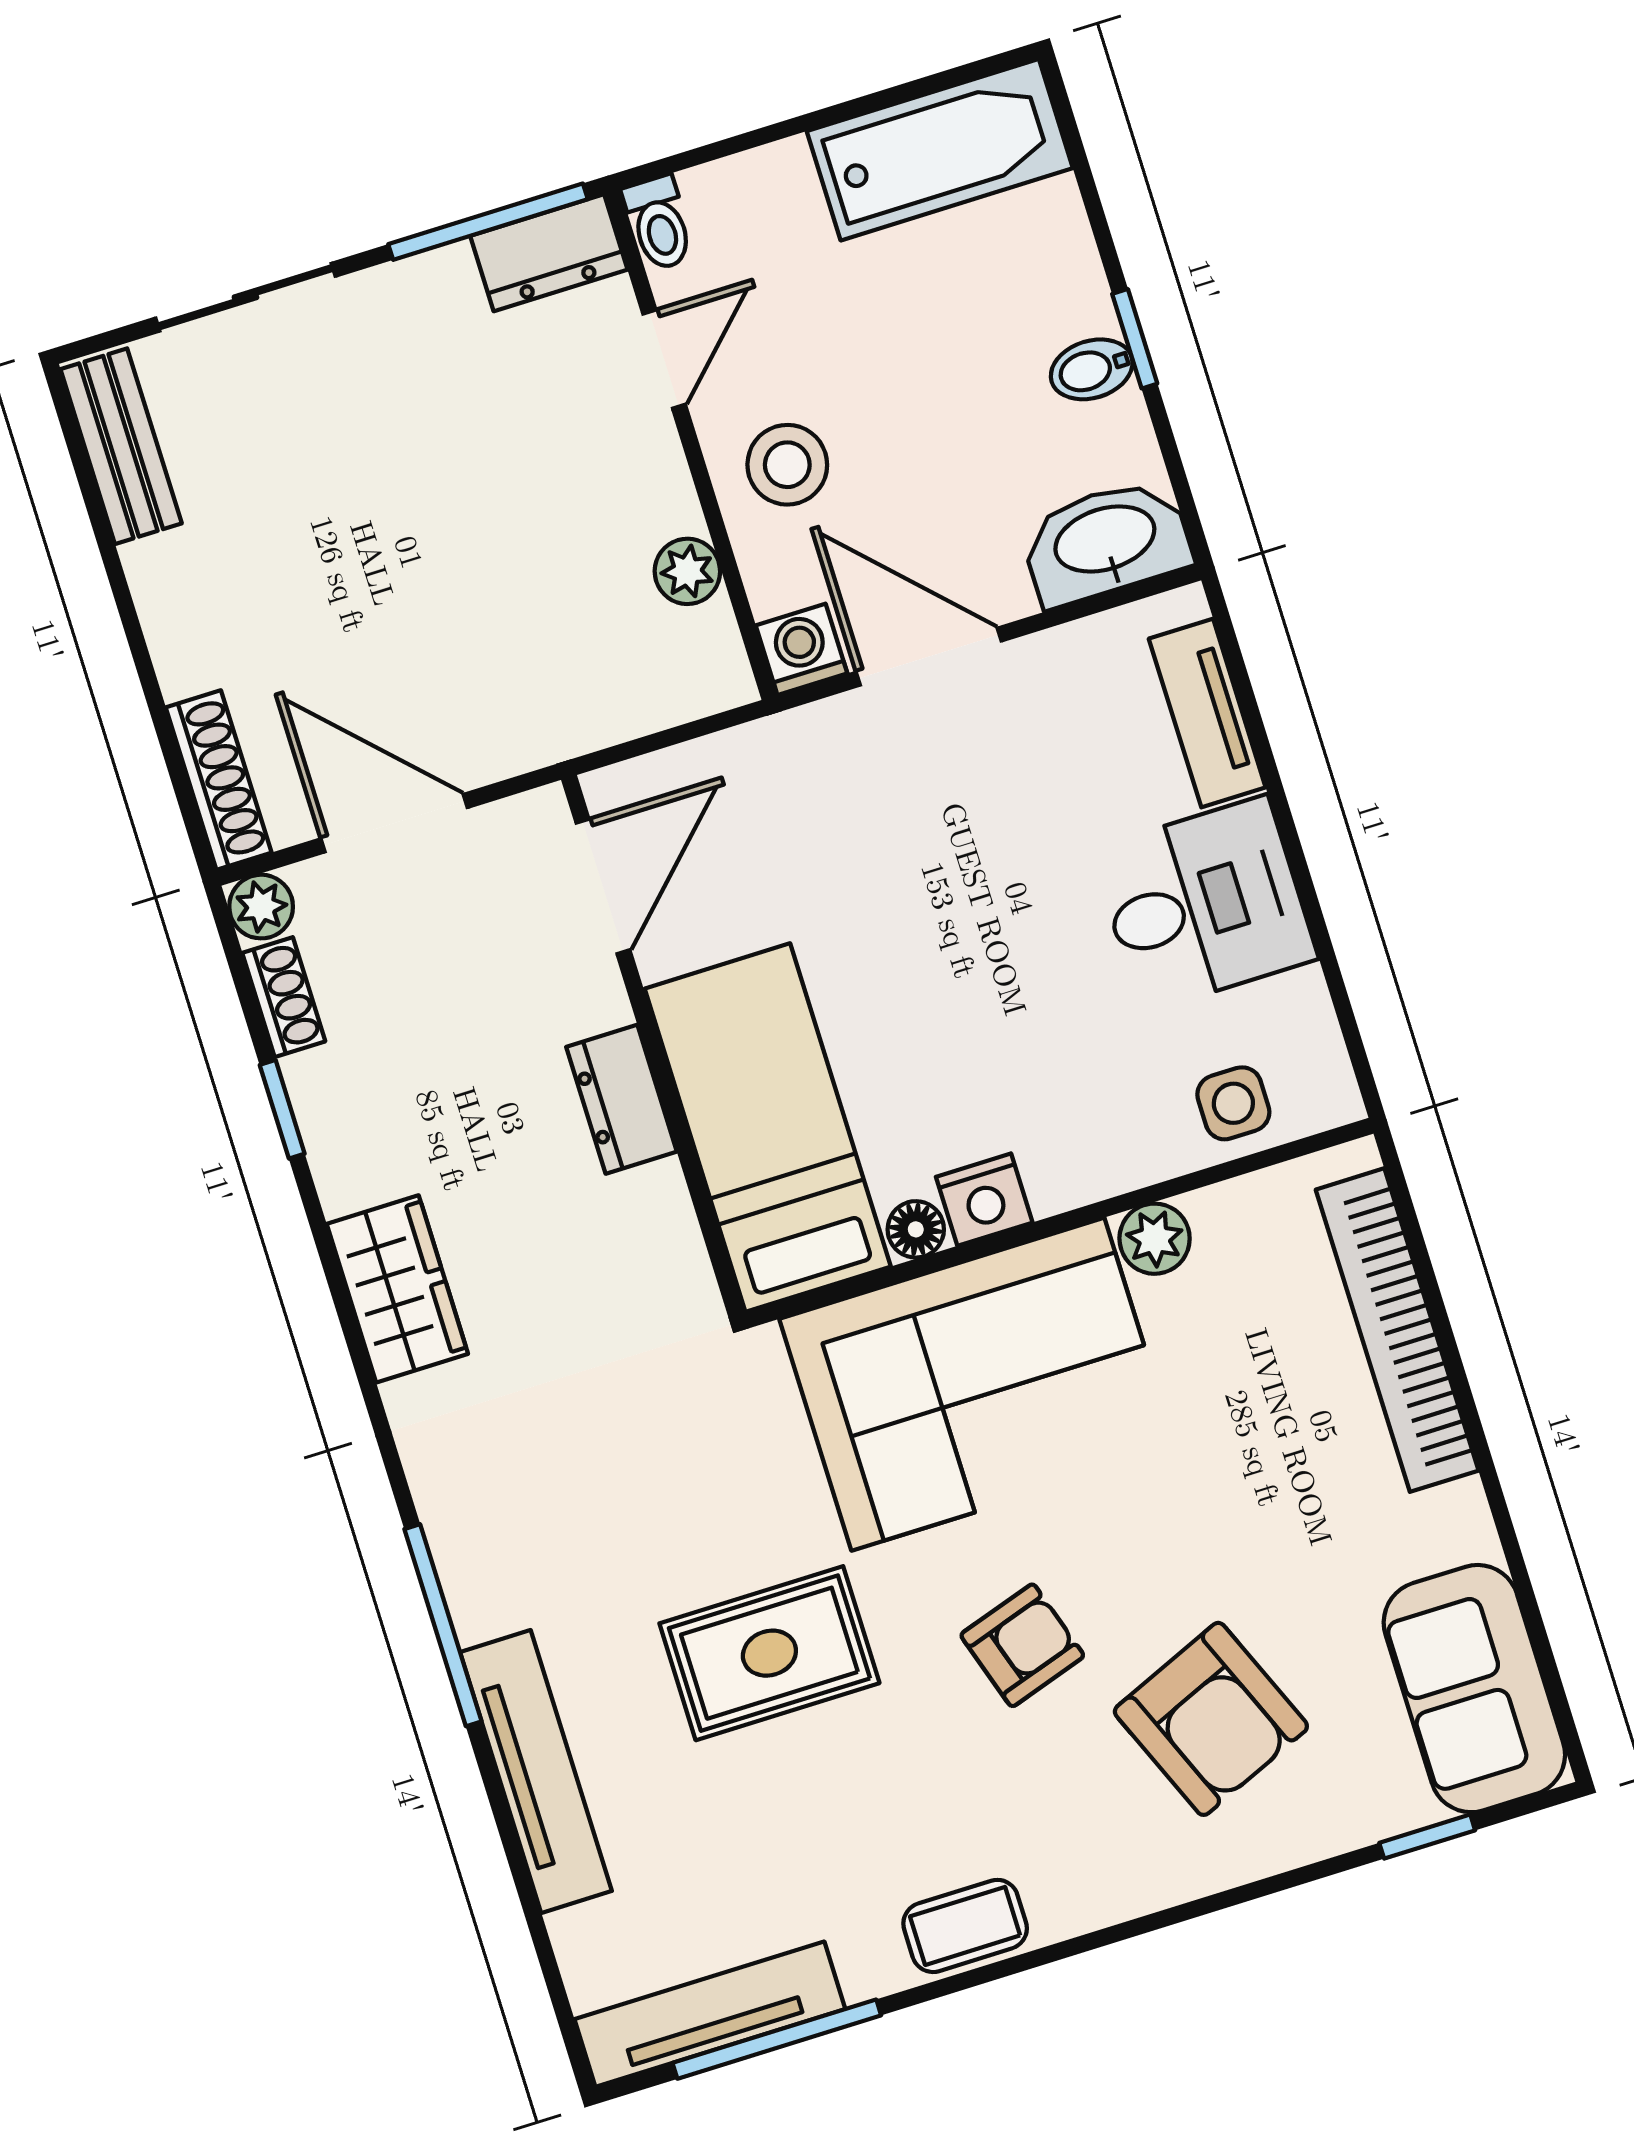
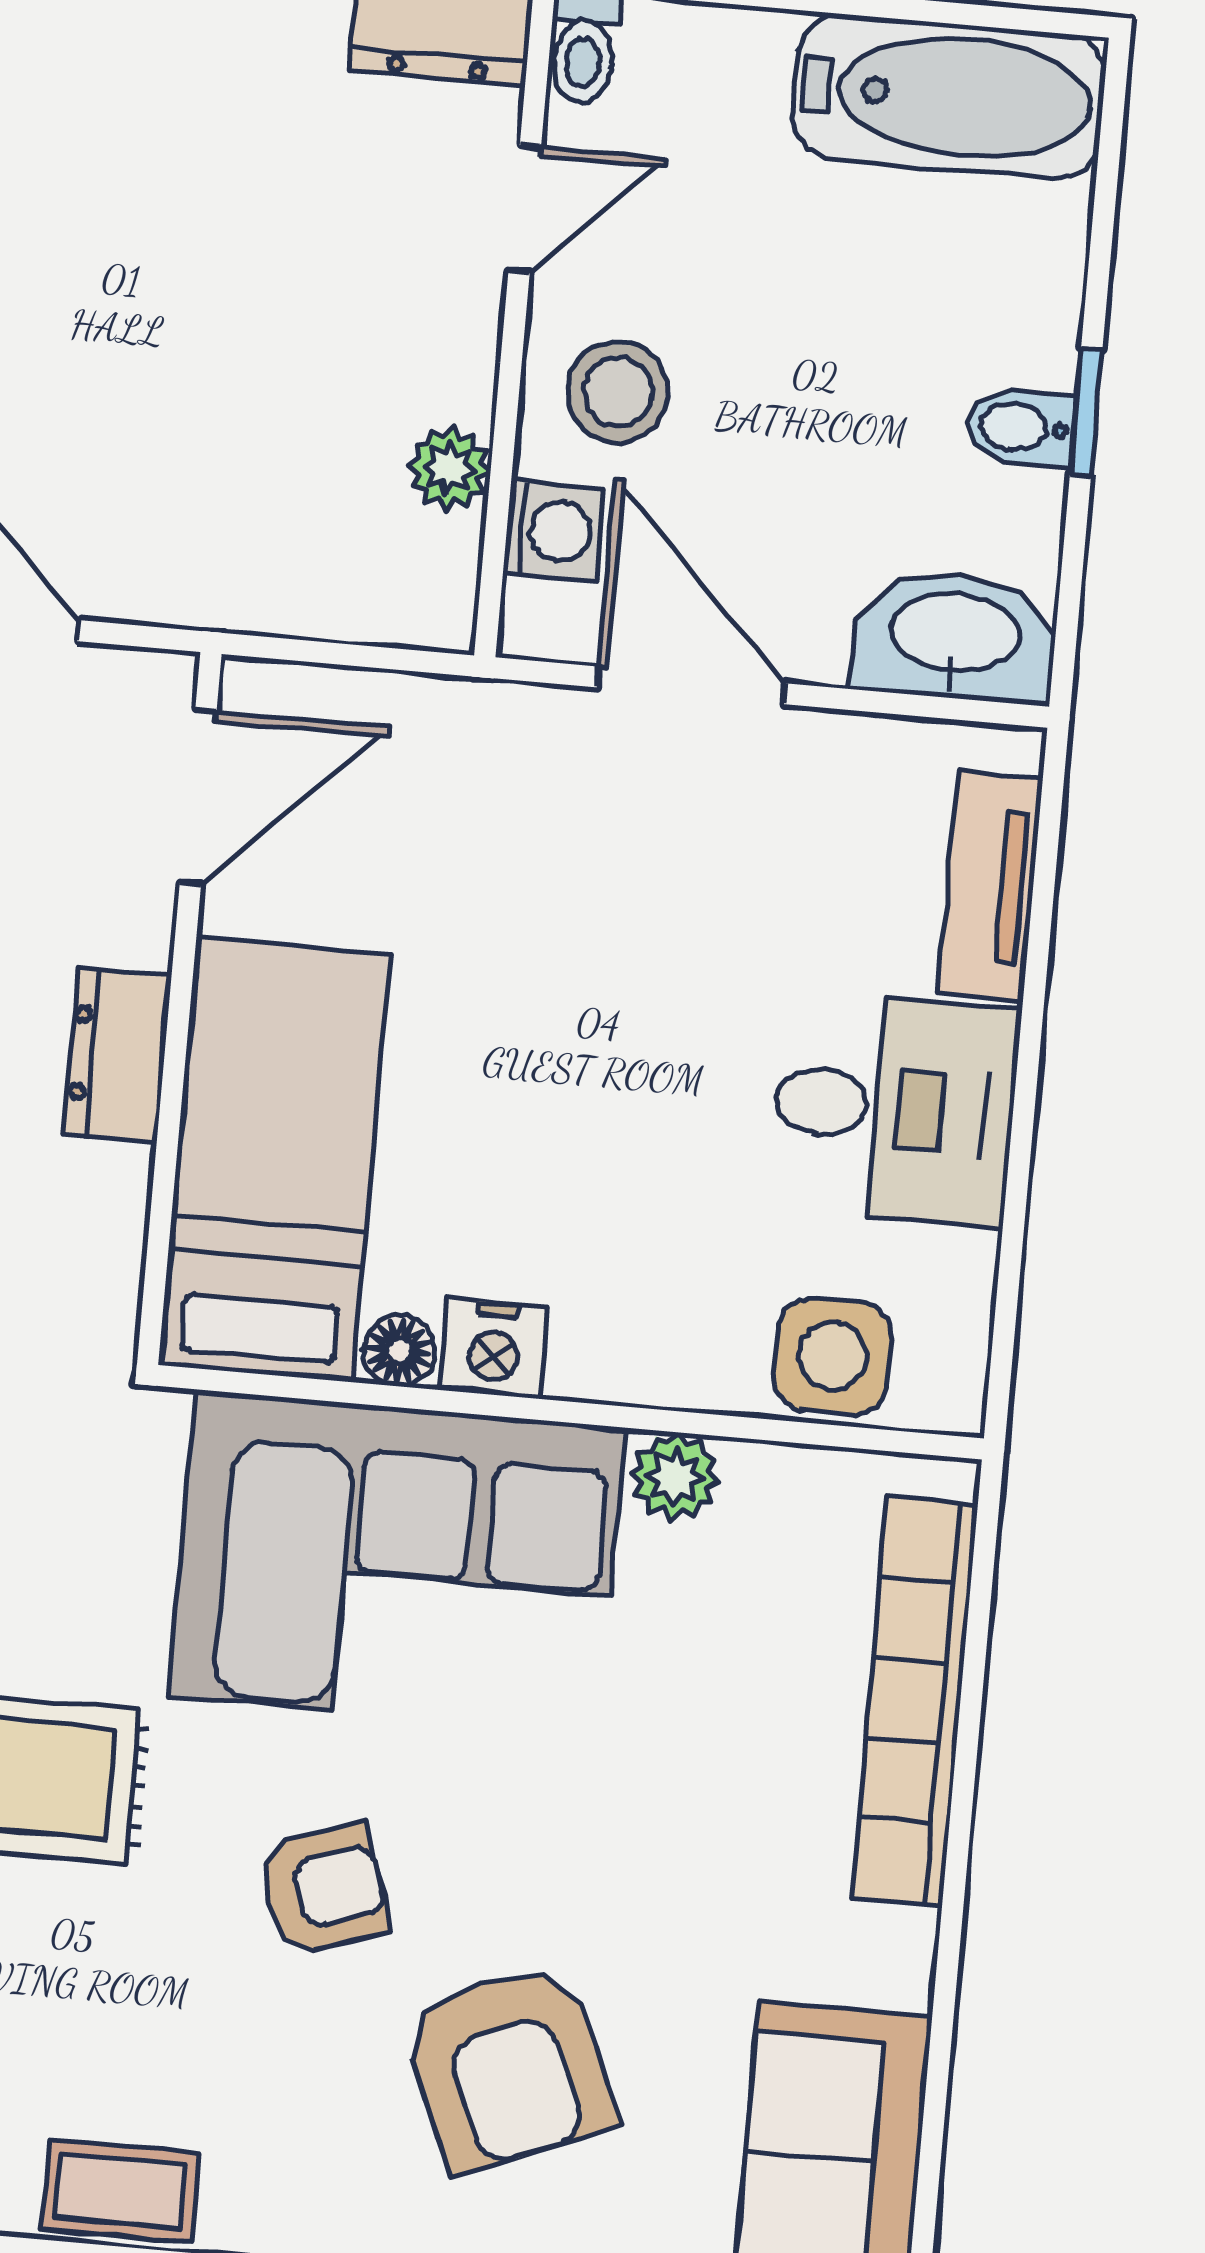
washing machine: (801, 649) -> (553, 530), moved, turned 90
side table: (1233, 1103) -> (832, 1356), width x1.37, depth x1.37

